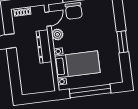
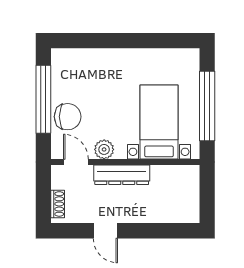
window: (122, 42) -> (130, 41), removed

